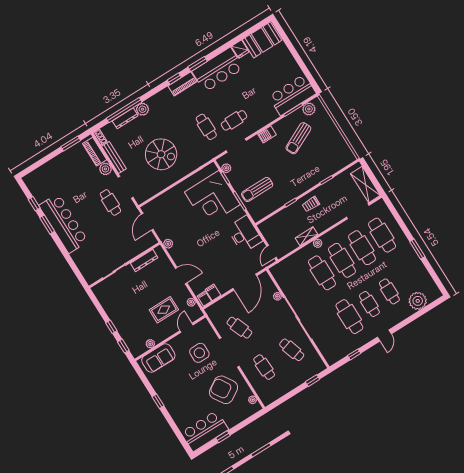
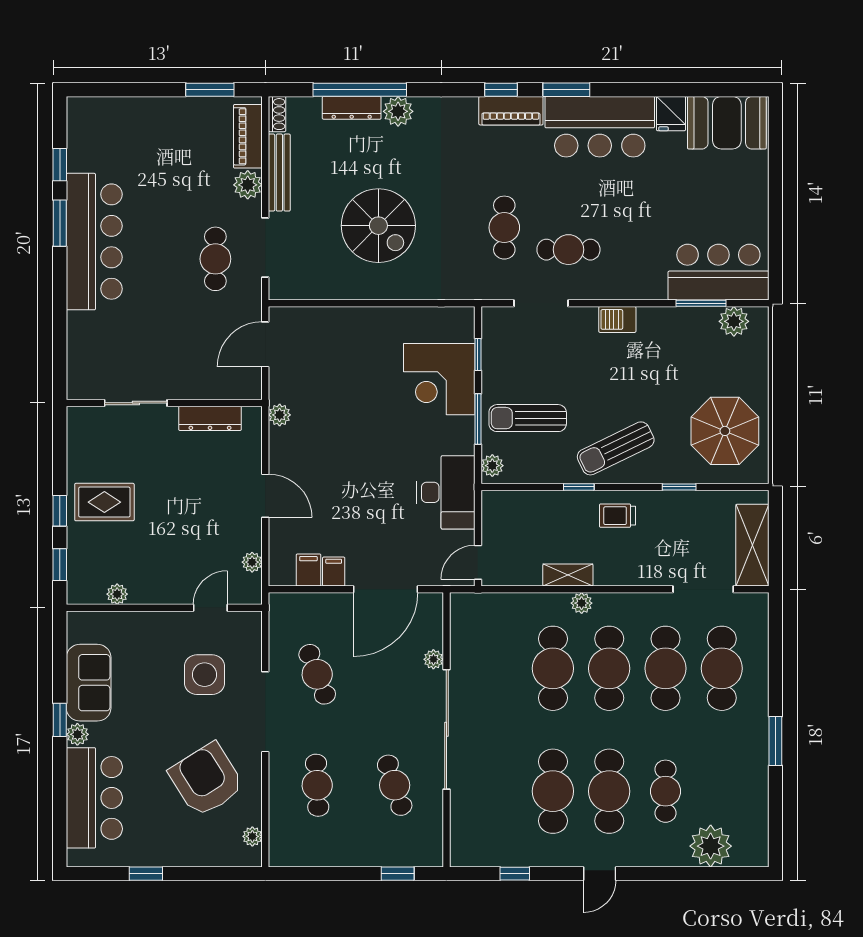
sun lounger: (298, 138) -> (616, 448), moved
parasol: (330, 150) -> (725, 431), added
plant: (226, 168) -> (492, 466), moved
corner desk: (212, 198) -> (439, 379), width x0.74, depth x0.74
filing cabinet: (204, 299) -> (334, 572), moved
cafe table: (369, 304) -> (609, 791), width x1.37, depth x1.35
rug: (164, 310) -> (104, 502), moved
sofa: (158, 358) -> (89, 683), moved, turned -90
plant: (168, 402) -> (77, 734), added
bar counter: (205, 431) -> (94, 798), moved, turned 90

